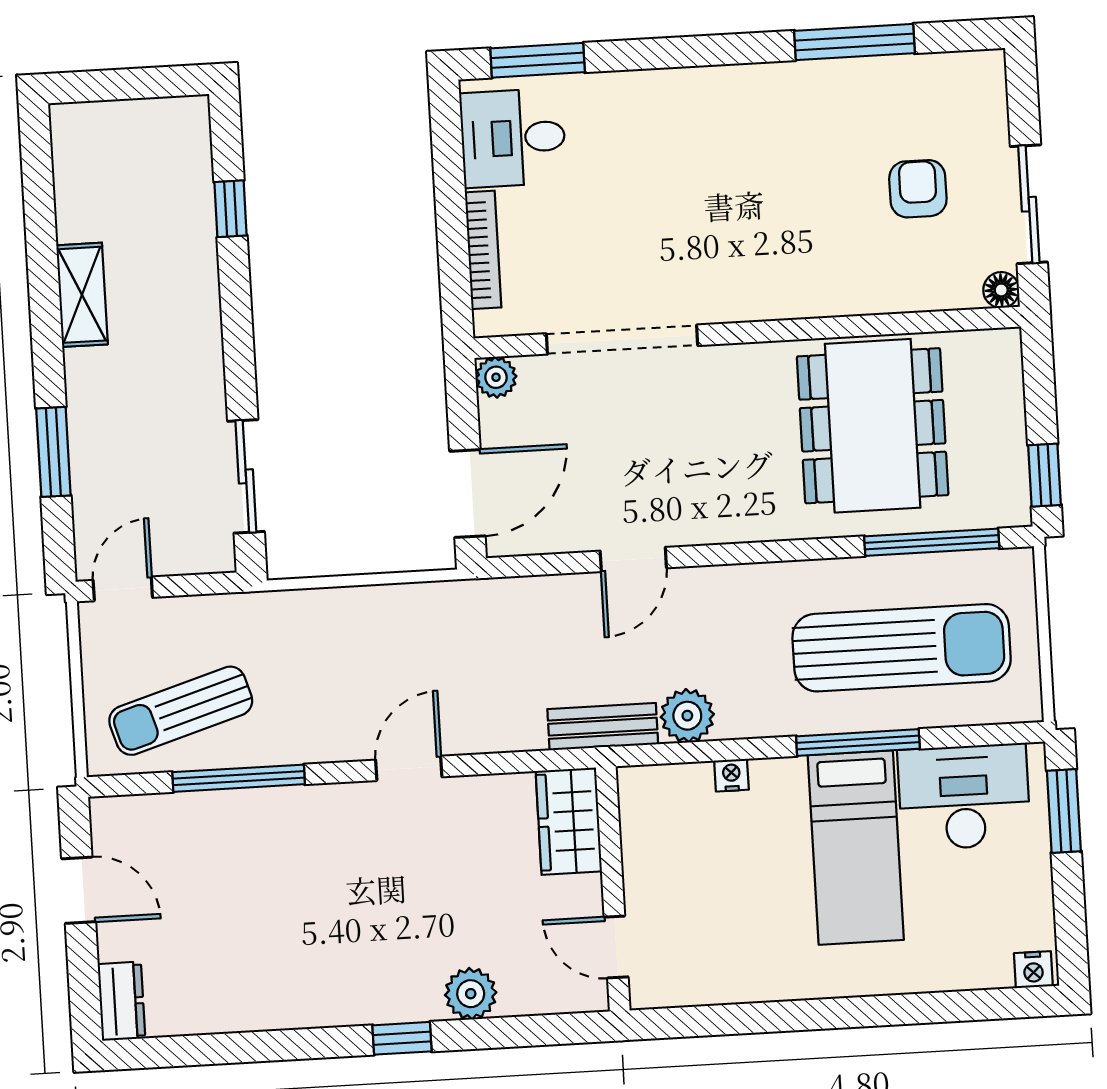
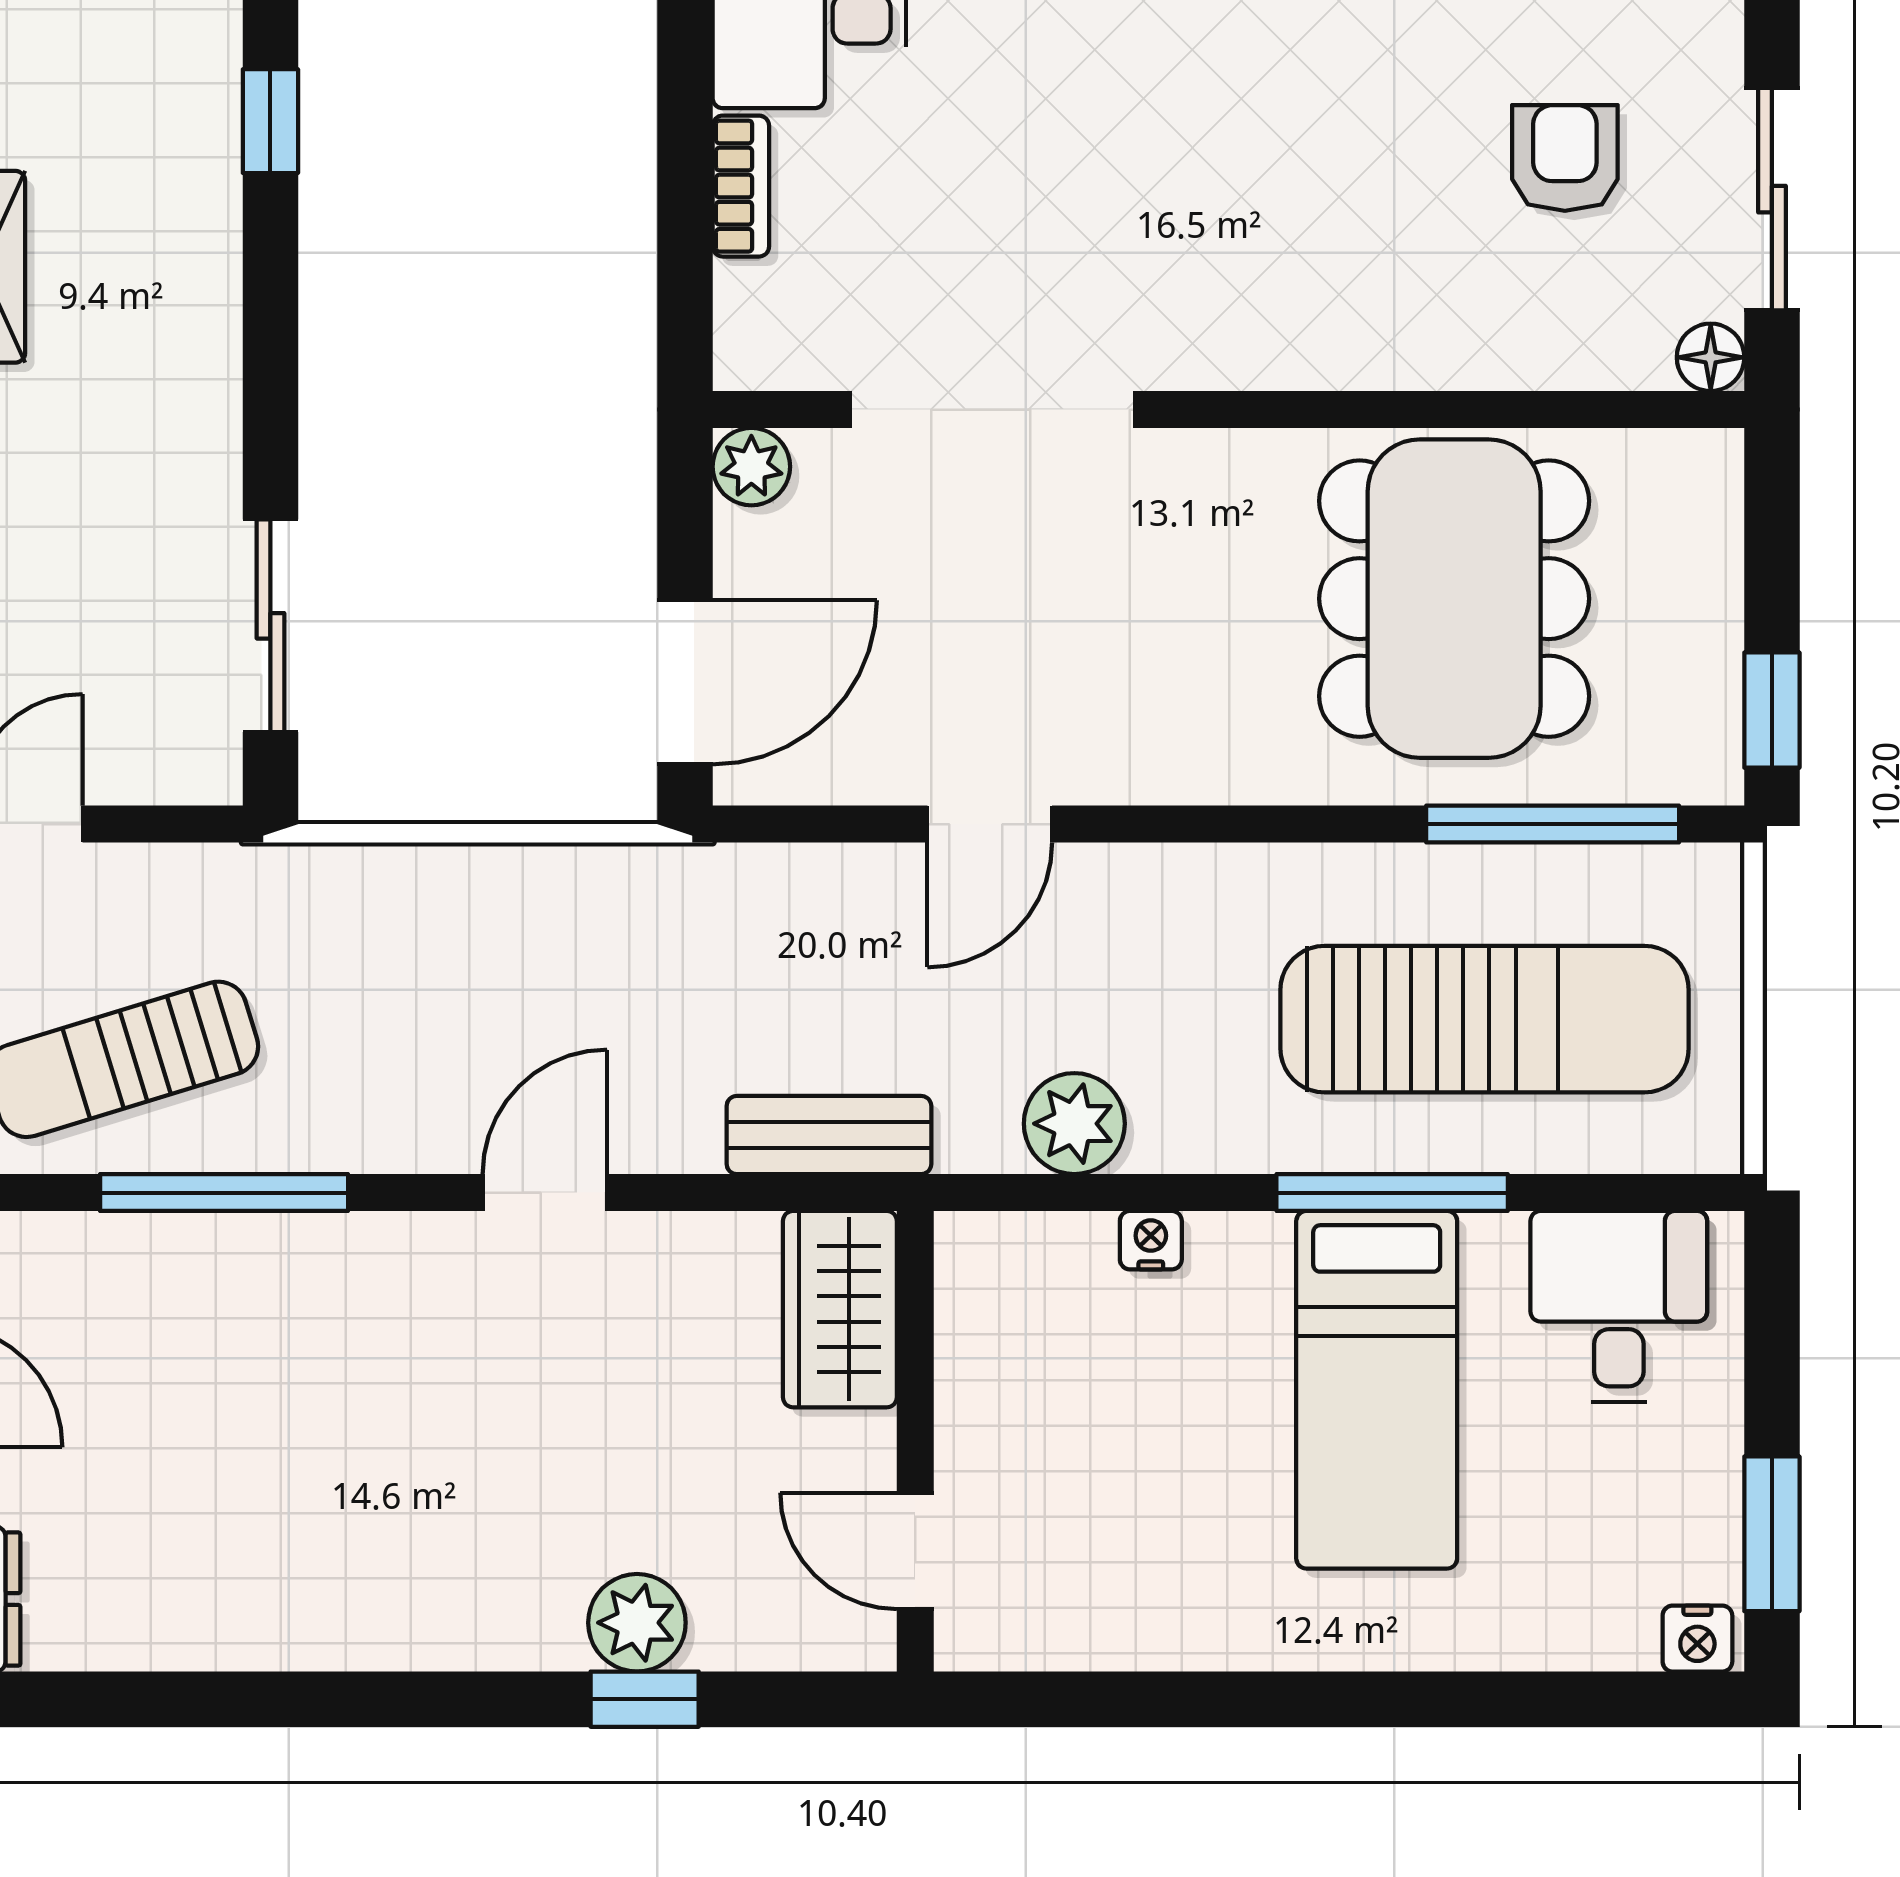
bookcase: (483, 250) -> (741, 186), width x0.64
bench: (603, 727) -> (829, 1135), moved
desk: (964, 797) -> (1619, 1306), width x0.73
window: (1064, 811) -> (1772, 1534), moved
window: (402, 1038) -> (645, 1699), moved

